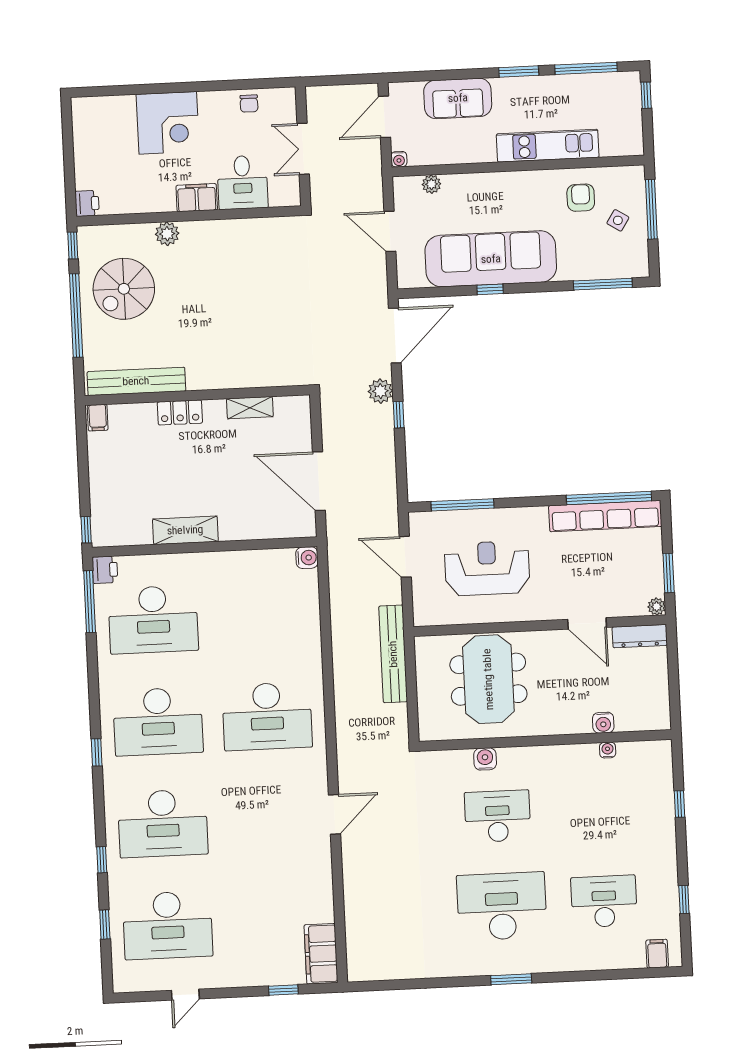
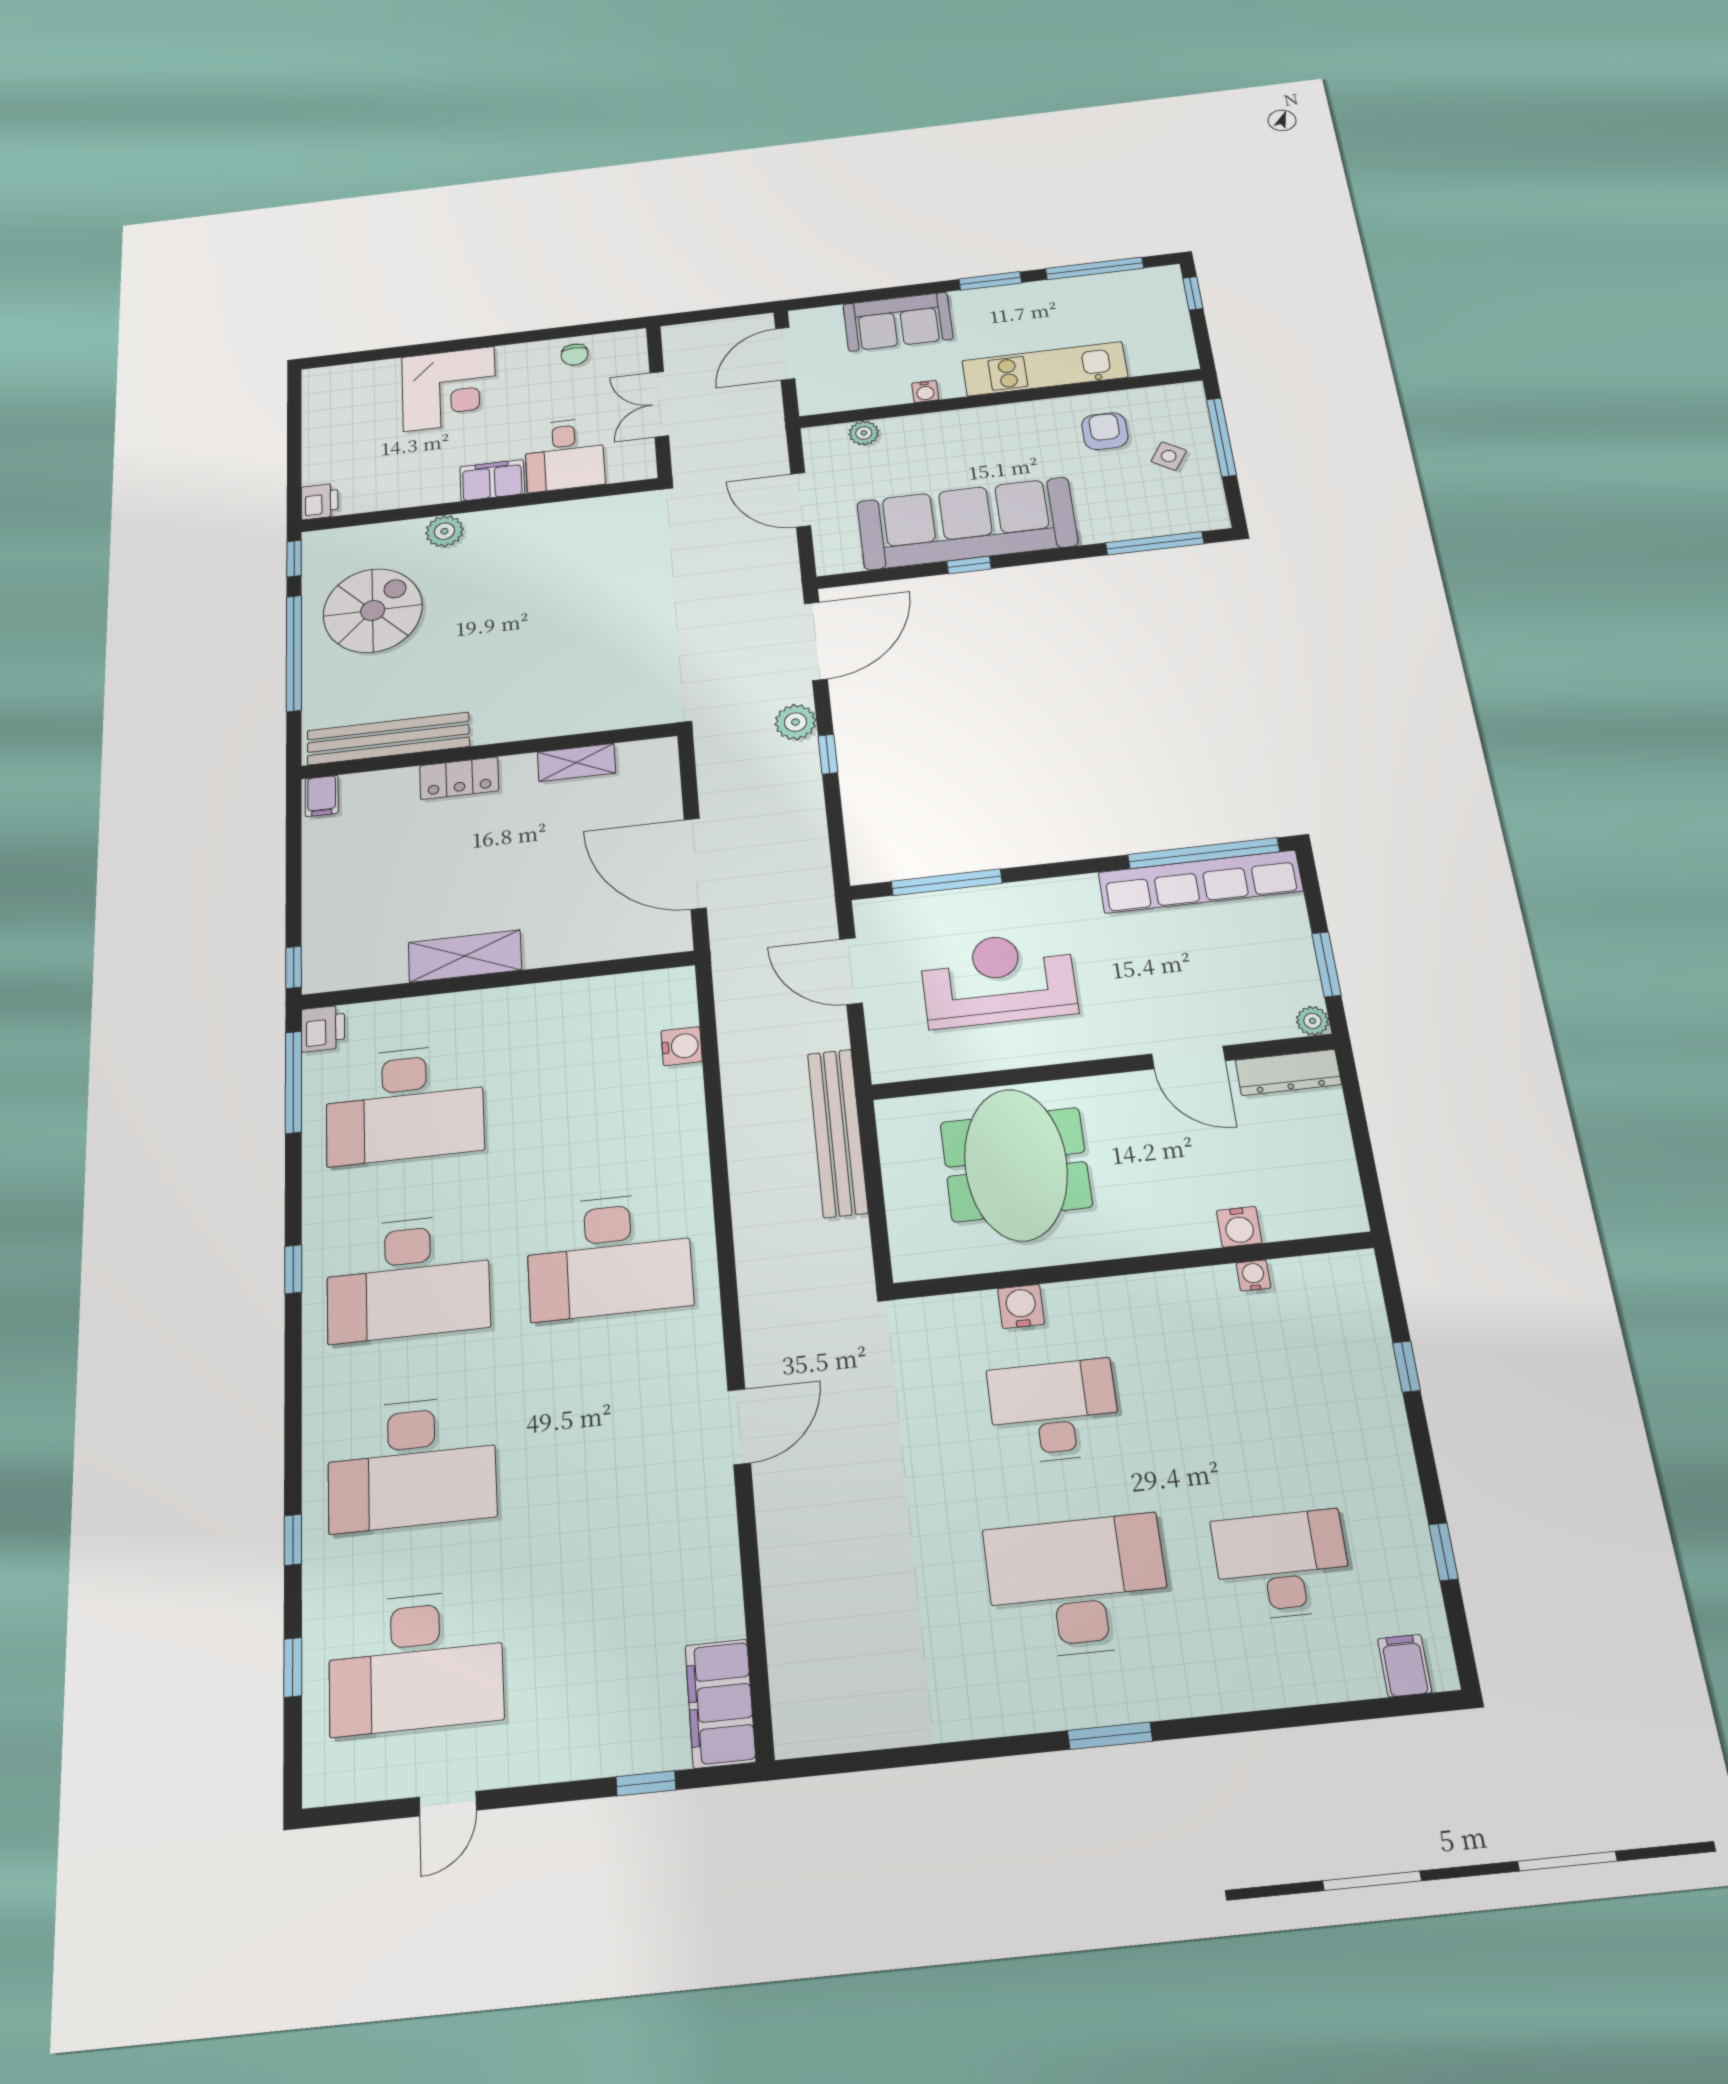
water cooler: (399, 159) -> (925, 391), moved
spiral stairs: (124, 289) -> (373, 611), turned 180
water cooler: (307, 558) -> (682, 1046), moved
window: (97, 752) -> (293, 1269), moved

